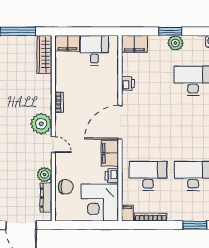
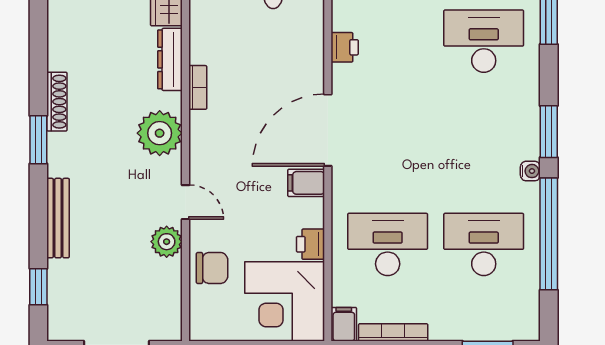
door: (53, 145) -> (186, 202), moved
filing cabinet: (110, 153) -> (306, 183), width x0.50
dresser: (46, 198) -> (170, 59), moved

